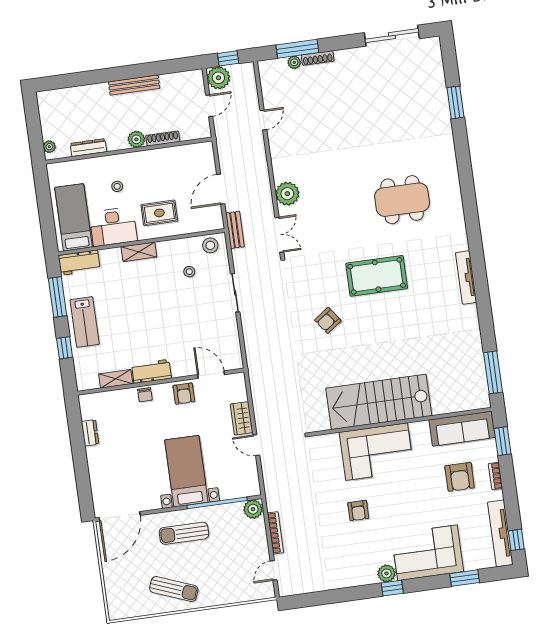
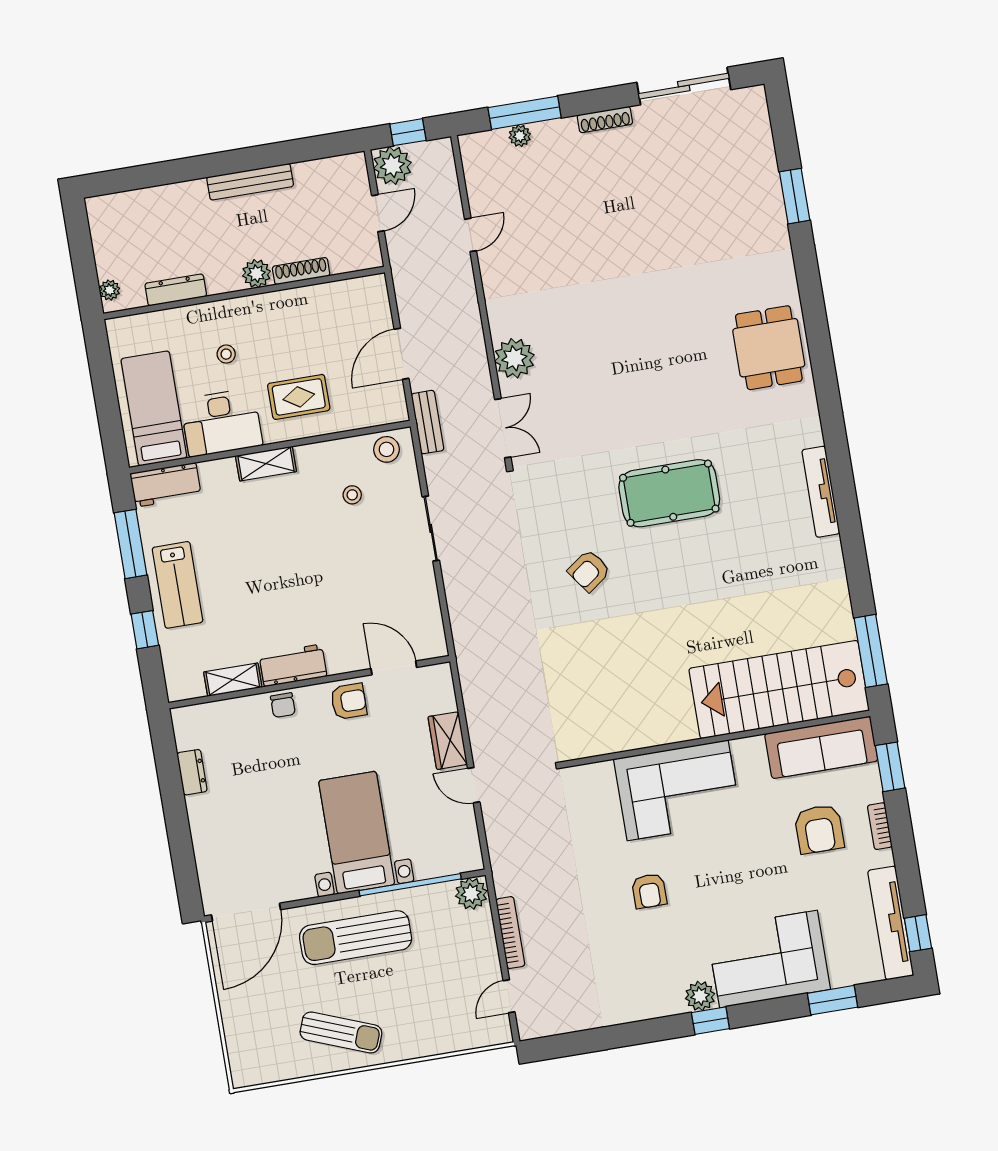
shoe rack: (318, 58) -> (605, 120), moved
dining table: (402, 200) -> (769, 348), moved, width x0.73
armchair: (184, 394) -> (349, 701), turned -90
stairs: (379, 402) -> (779, 690), moved
sun lounger: (184, 533) -> (356, 938), width x1.36, depth x1.34

